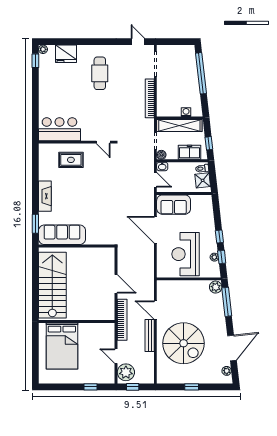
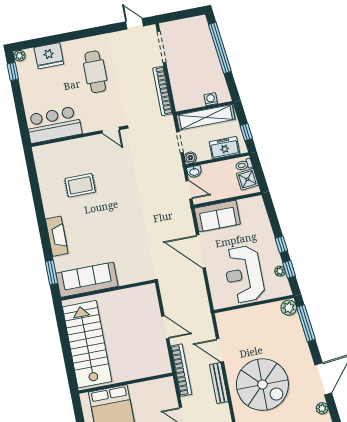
bar counter: (59, 129) -> (54, 125), moved
wall: (77, 142) -> (78, 136), moved
door: (103, 142) -> (111, 130), moved

